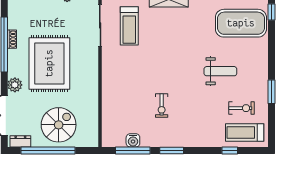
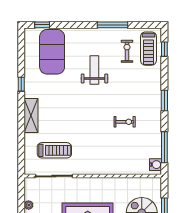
window: (271, 92) -> (113, 25), width x1.44
water cooler: (133, 140) -> (155, 165), moved
window: (172, 151) -> (164, 101), moved
window: (230, 151) -> (164, 49), moved

